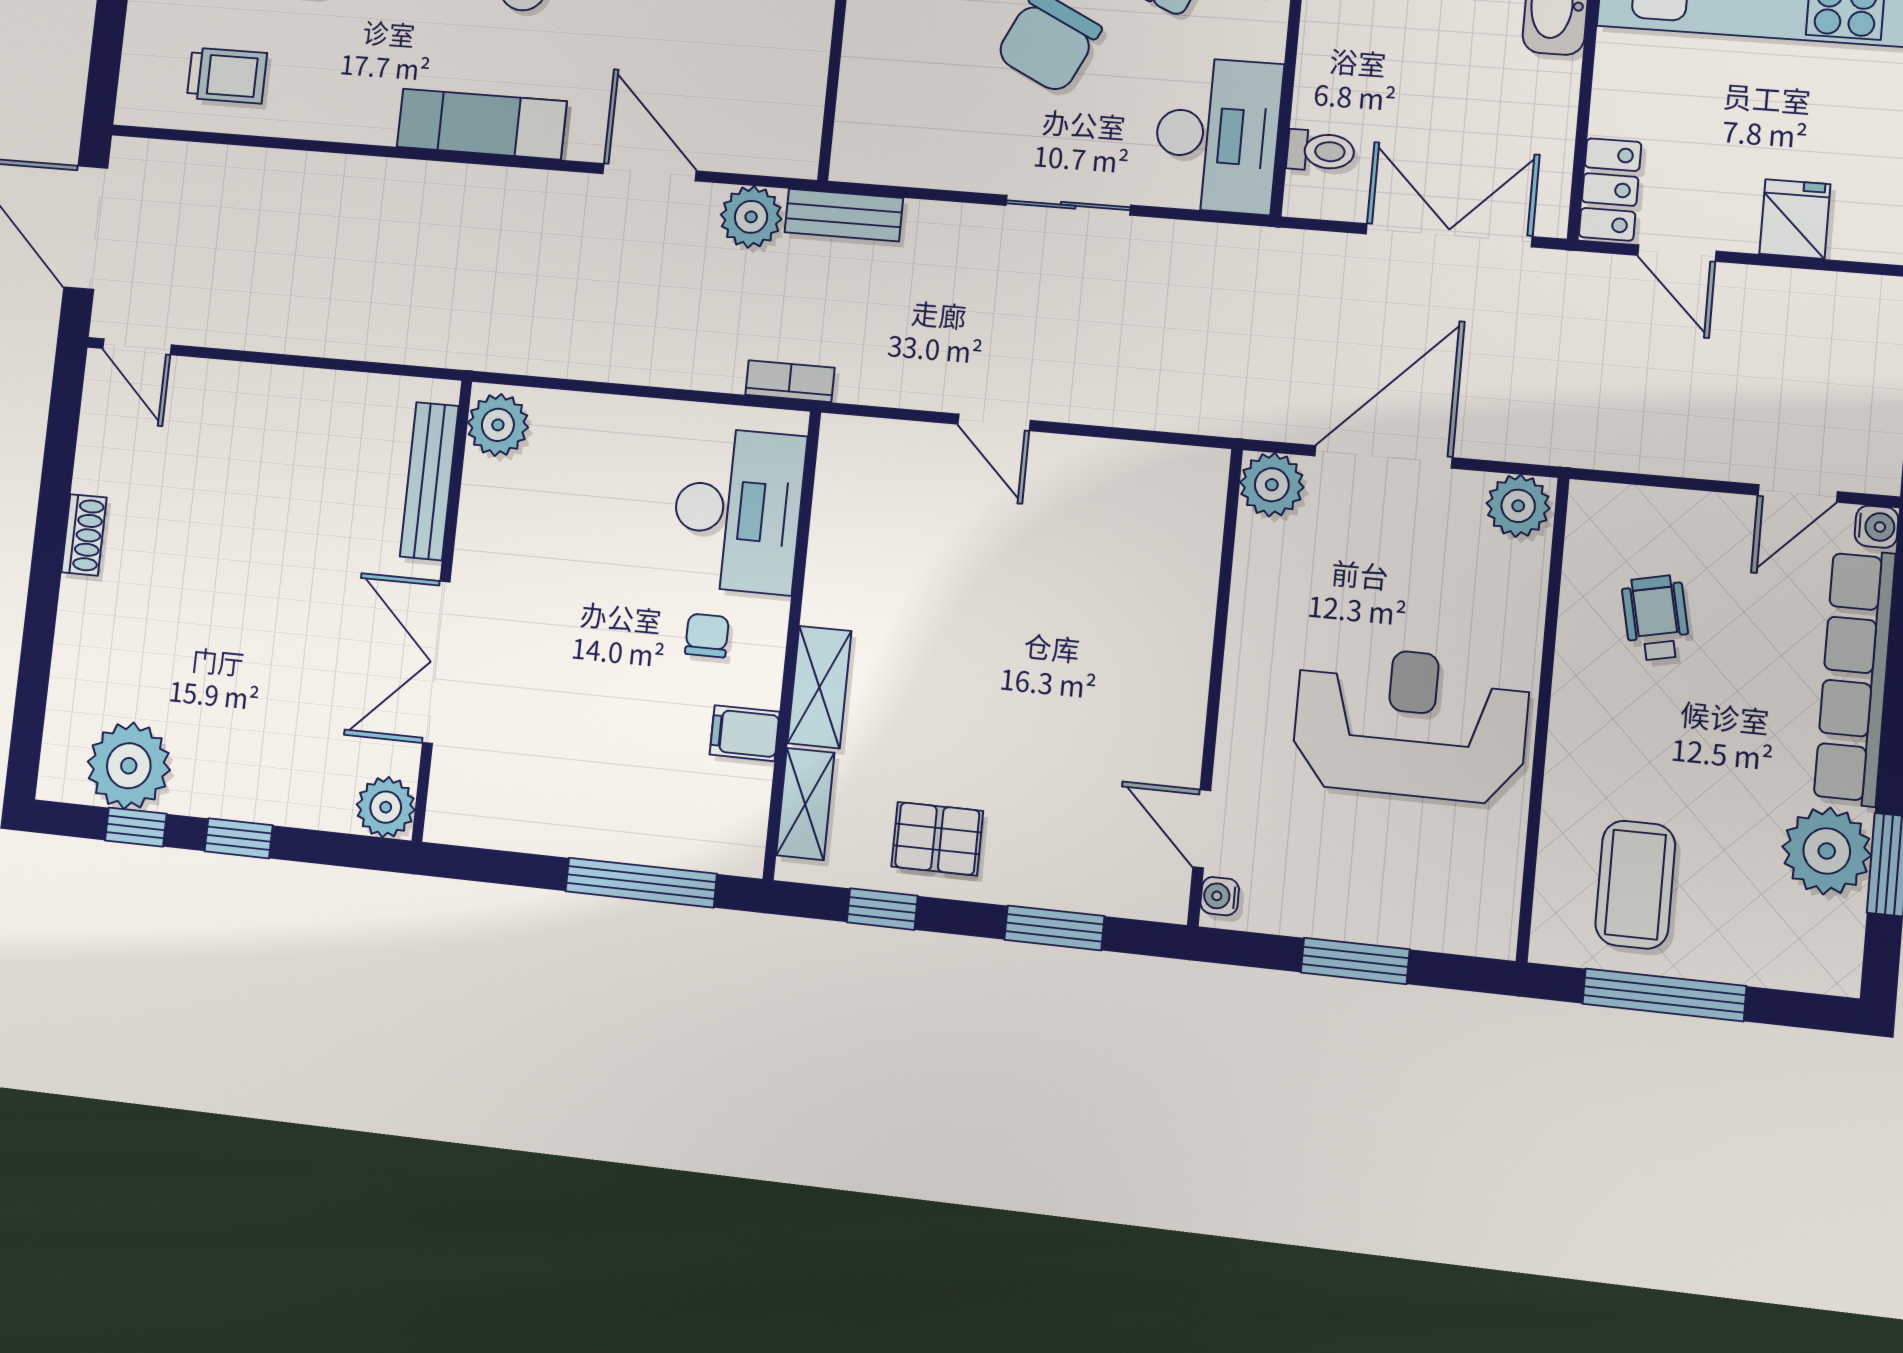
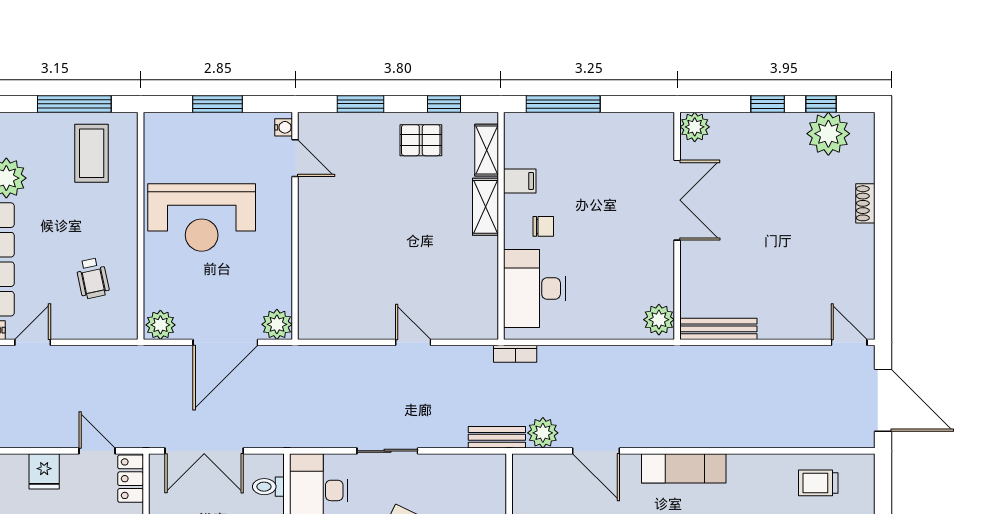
bench: (429, 481) -> (718, 329), moved, turned 90
shoe rack: (84, 535) -> (865, 203), moved
chair: (707, 635) -> (543, 226), turned -90

